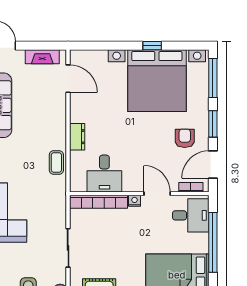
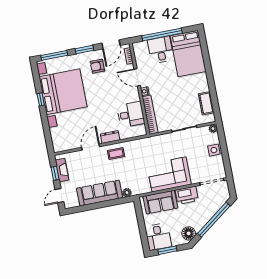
window: (40, 46) -> (55, 173), added
door: (68, 79) -> (91, 147), moved
coffee table: (56, 163) -> (116, 154), moved
door: (213, 165) -> (111, 44), hinge flipped
door: (157, 194) -> (137, 77), hinge flipped
desk: (191, 215) -> (161, 50), moved

